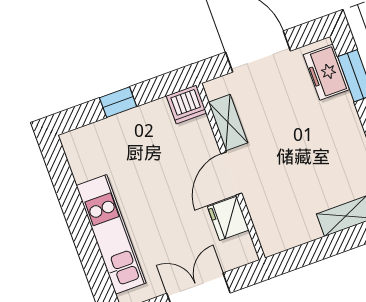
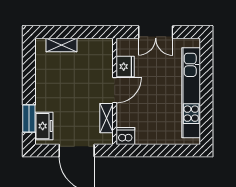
window: (118, 102) -> (162, 150), removed
kitchen unit: (111, 234) -> (191, 93), width x1.36

